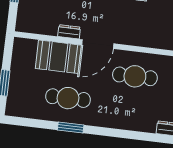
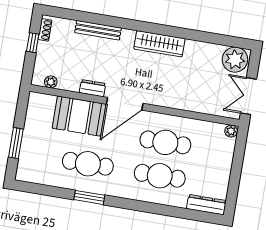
plant: (32, 28) -> (51, 82), added
cafe table: (131, 106) -> (160, 176), added

